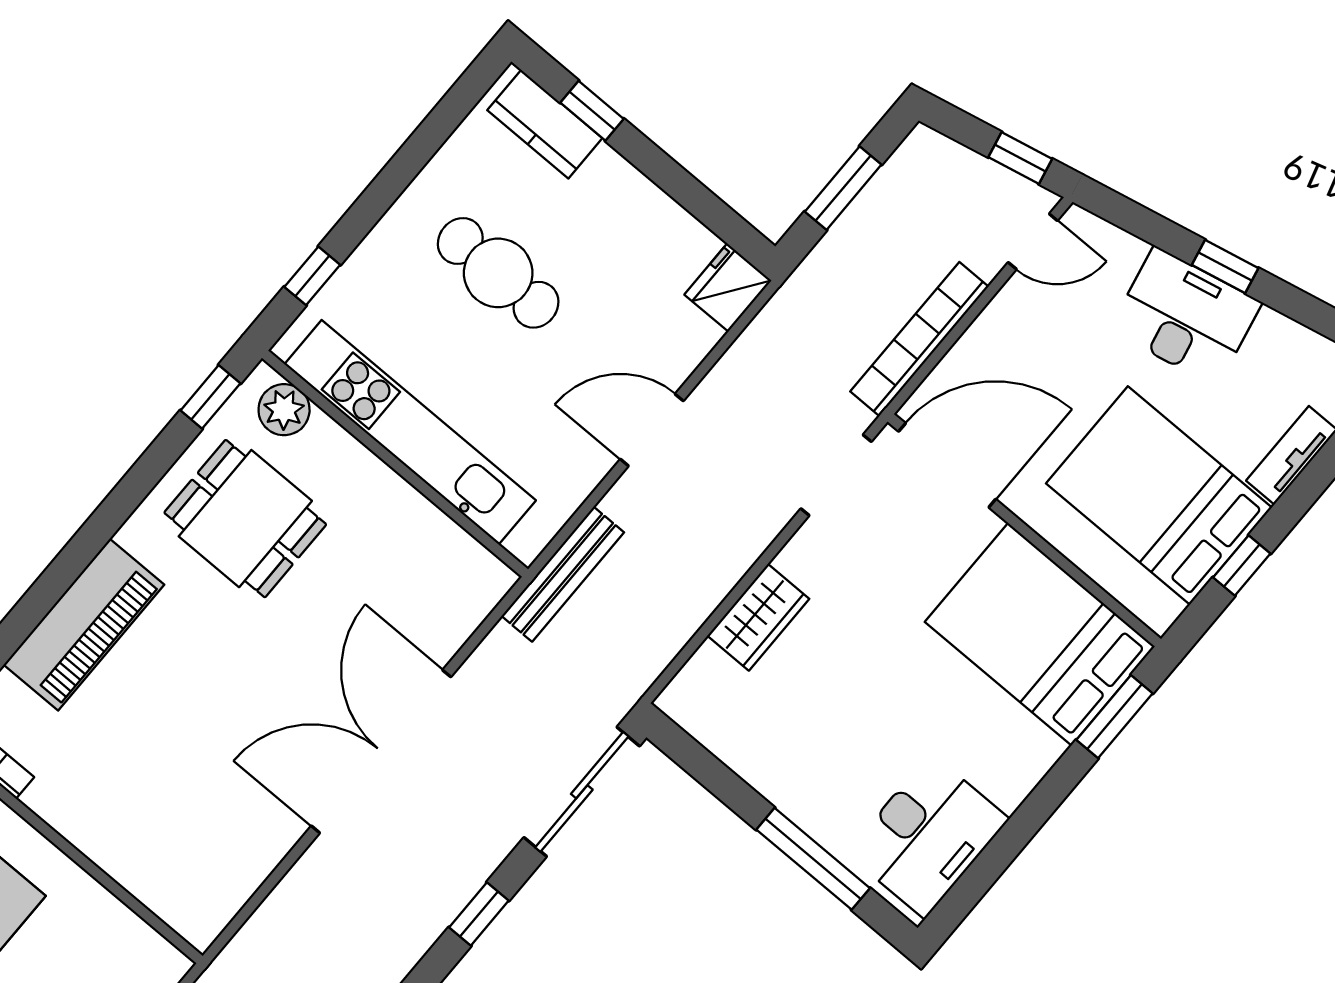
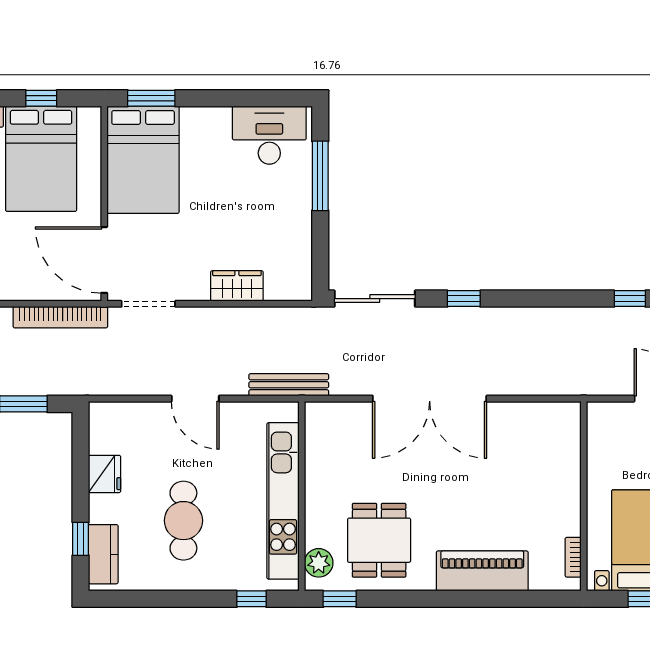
fridge: (728, 287) -> (105, 474), moved, turned -90

